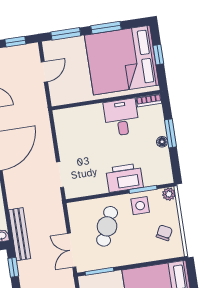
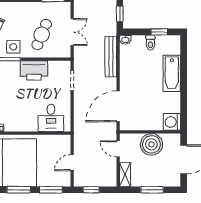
desk: (122, 117) -> (51, 118), moved
printer: (124, 178) -> (34, 70), moved
bench: (20, 234) -> (111, 57), moved
double door: (72, 250) -> (72, 32), moved

